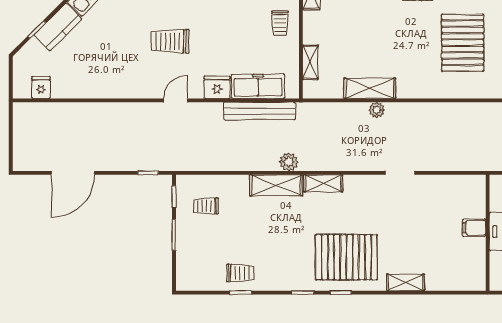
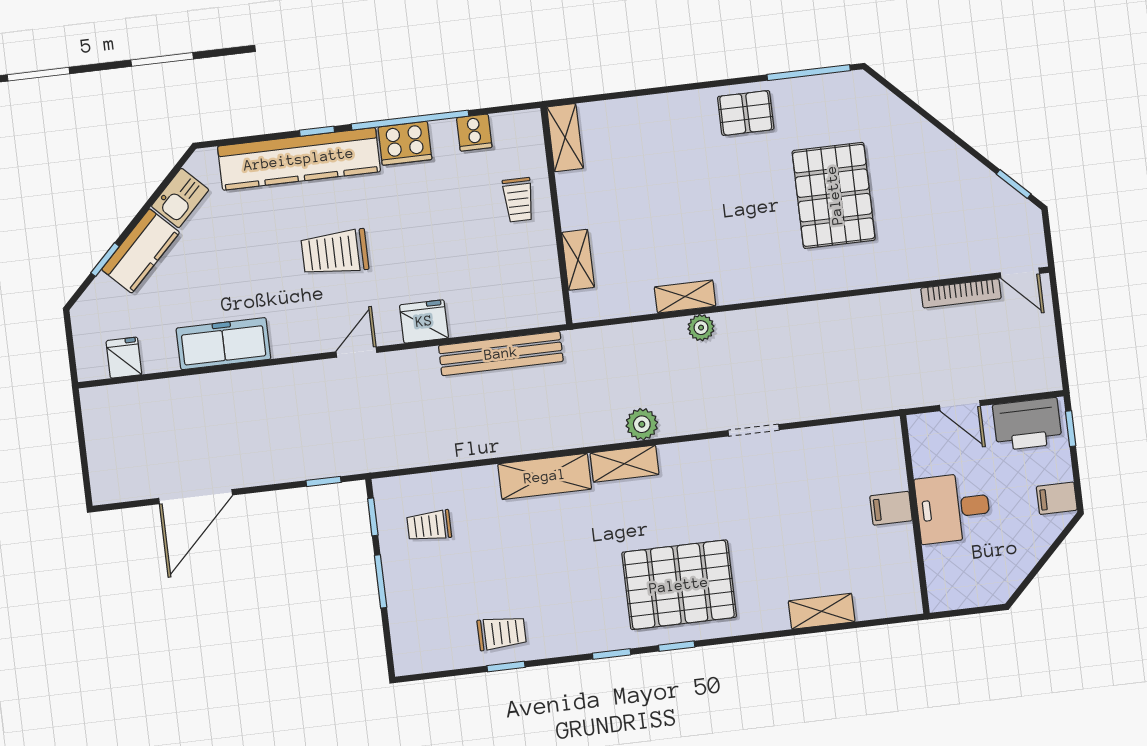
freezer: (258, 86) -> (223, 344), moved
shelving: (370, 88) -> (685, 296), width x0.67, depth x0.75
plant: (289, 162) -> (642, 424), moved
shelving: (406, 282) -> (822, 611), moved

